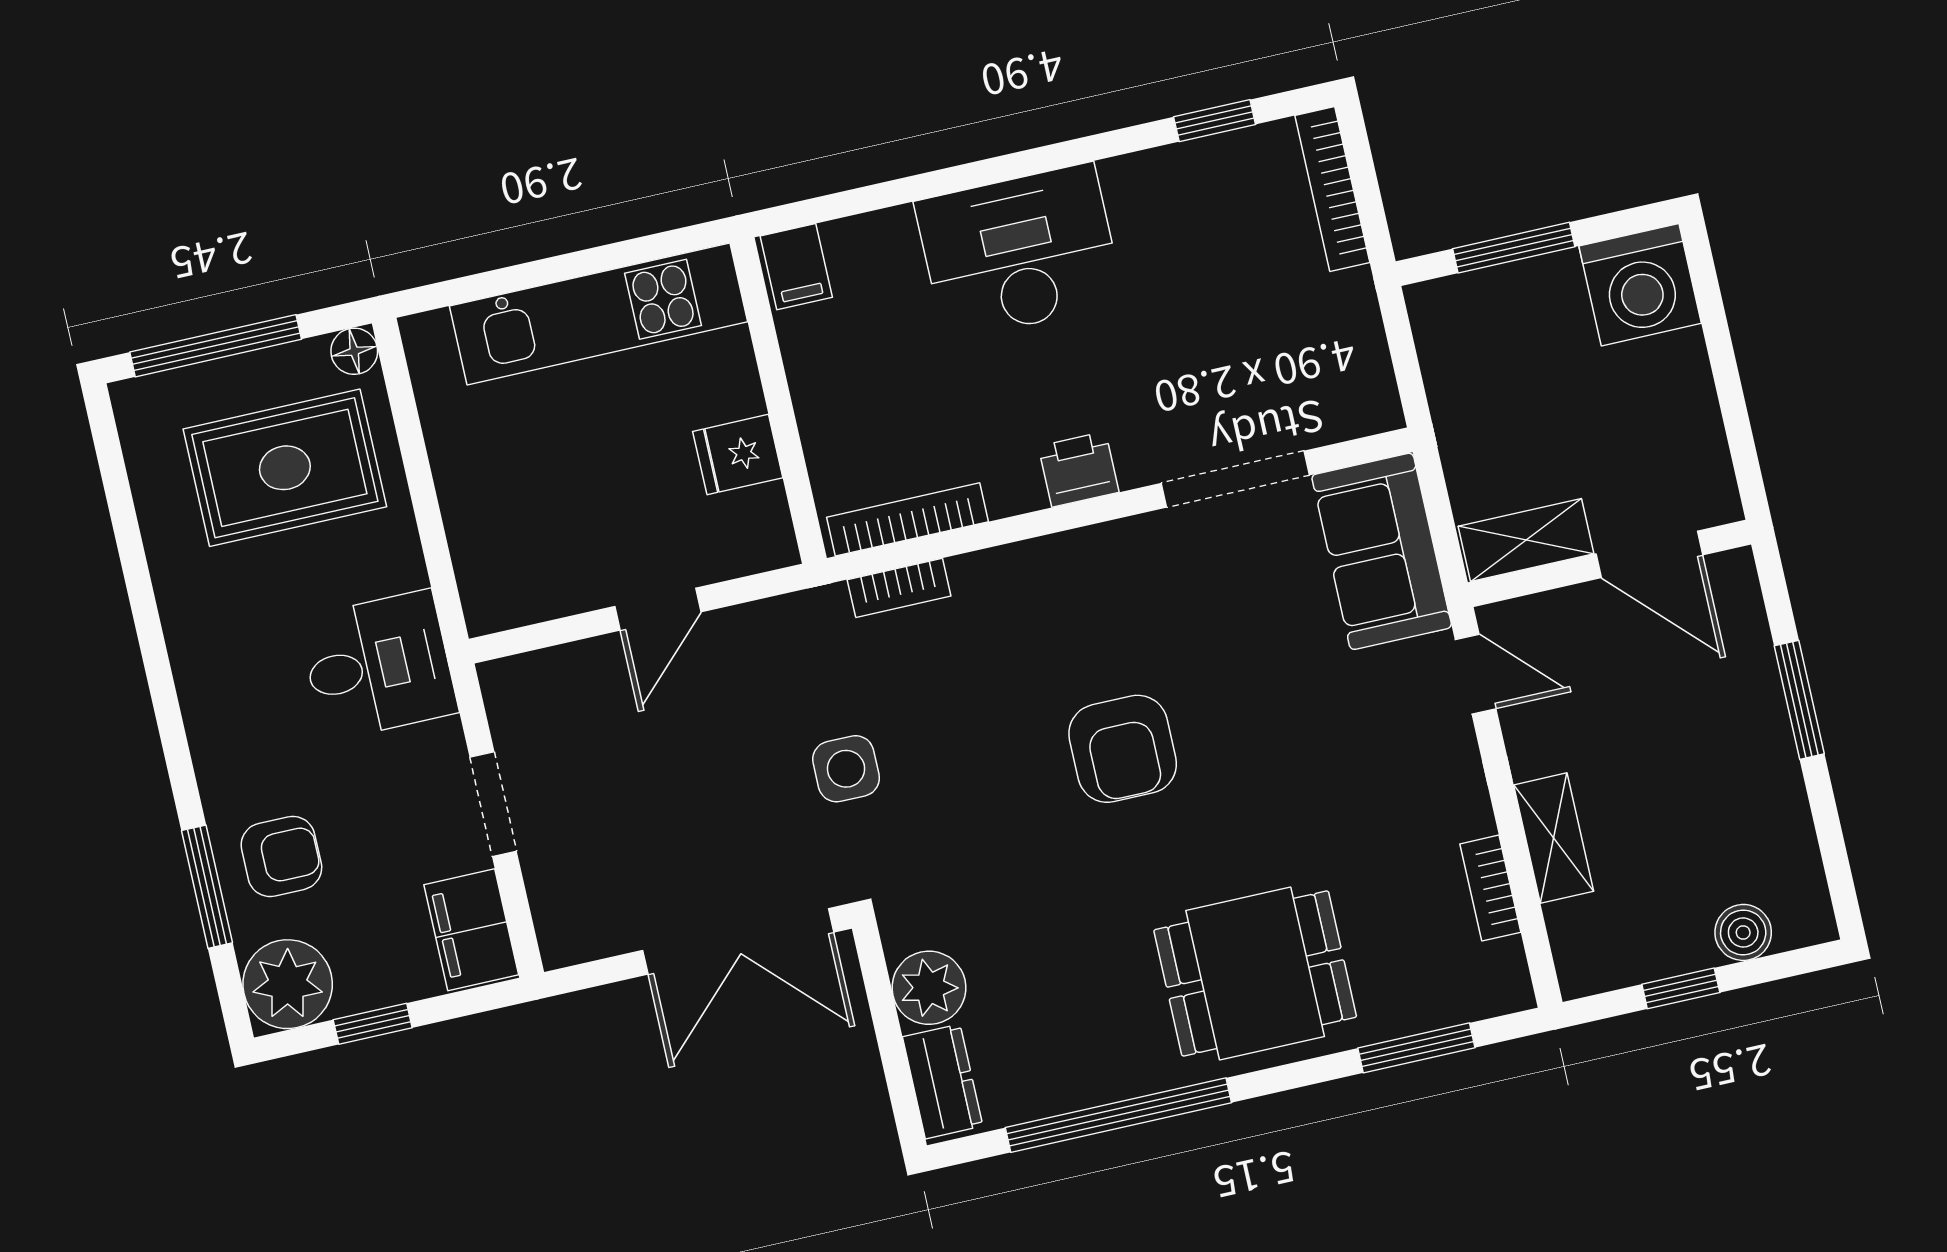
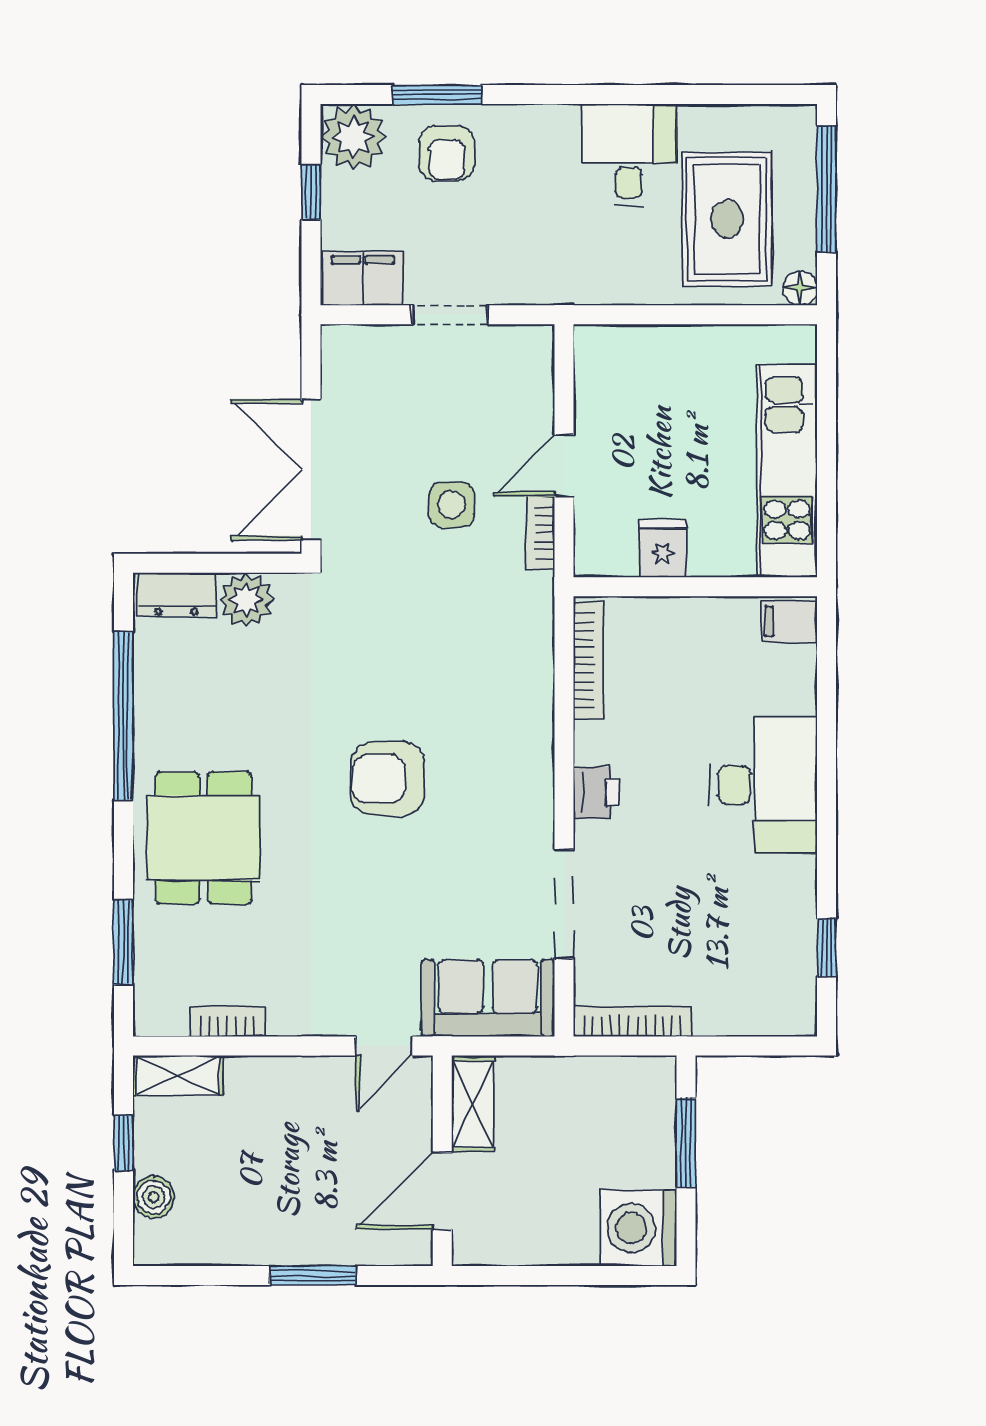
bookcase: (1332, 189) -> (633, 1021), moved
bookcase: (899, 588) -> (540, 533), moved
door: (658, 609) -> (564, 466), hinge flipped
desk: (378, 665) -> (629, 155), moved, turned 180
side table: (846, 769) -> (452, 505), moved
shelving: (1554, 838) -> (178, 1076), moved

